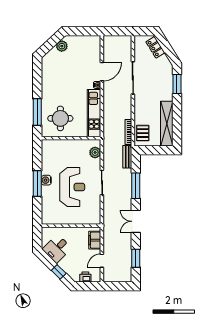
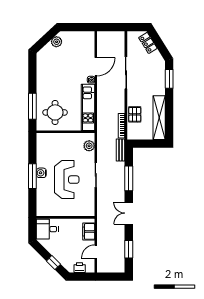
pallet: (143, 133) -> (135, 114), moved
desk: (57, 249) -> (47, 229), moved, turned 45

